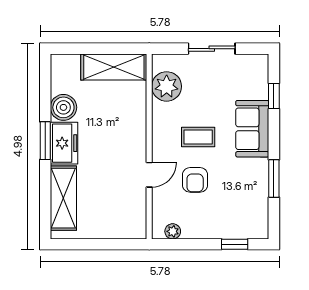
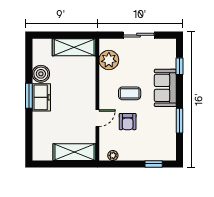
shelving: (63, 198) -> (74, 152), moved, turned 90

